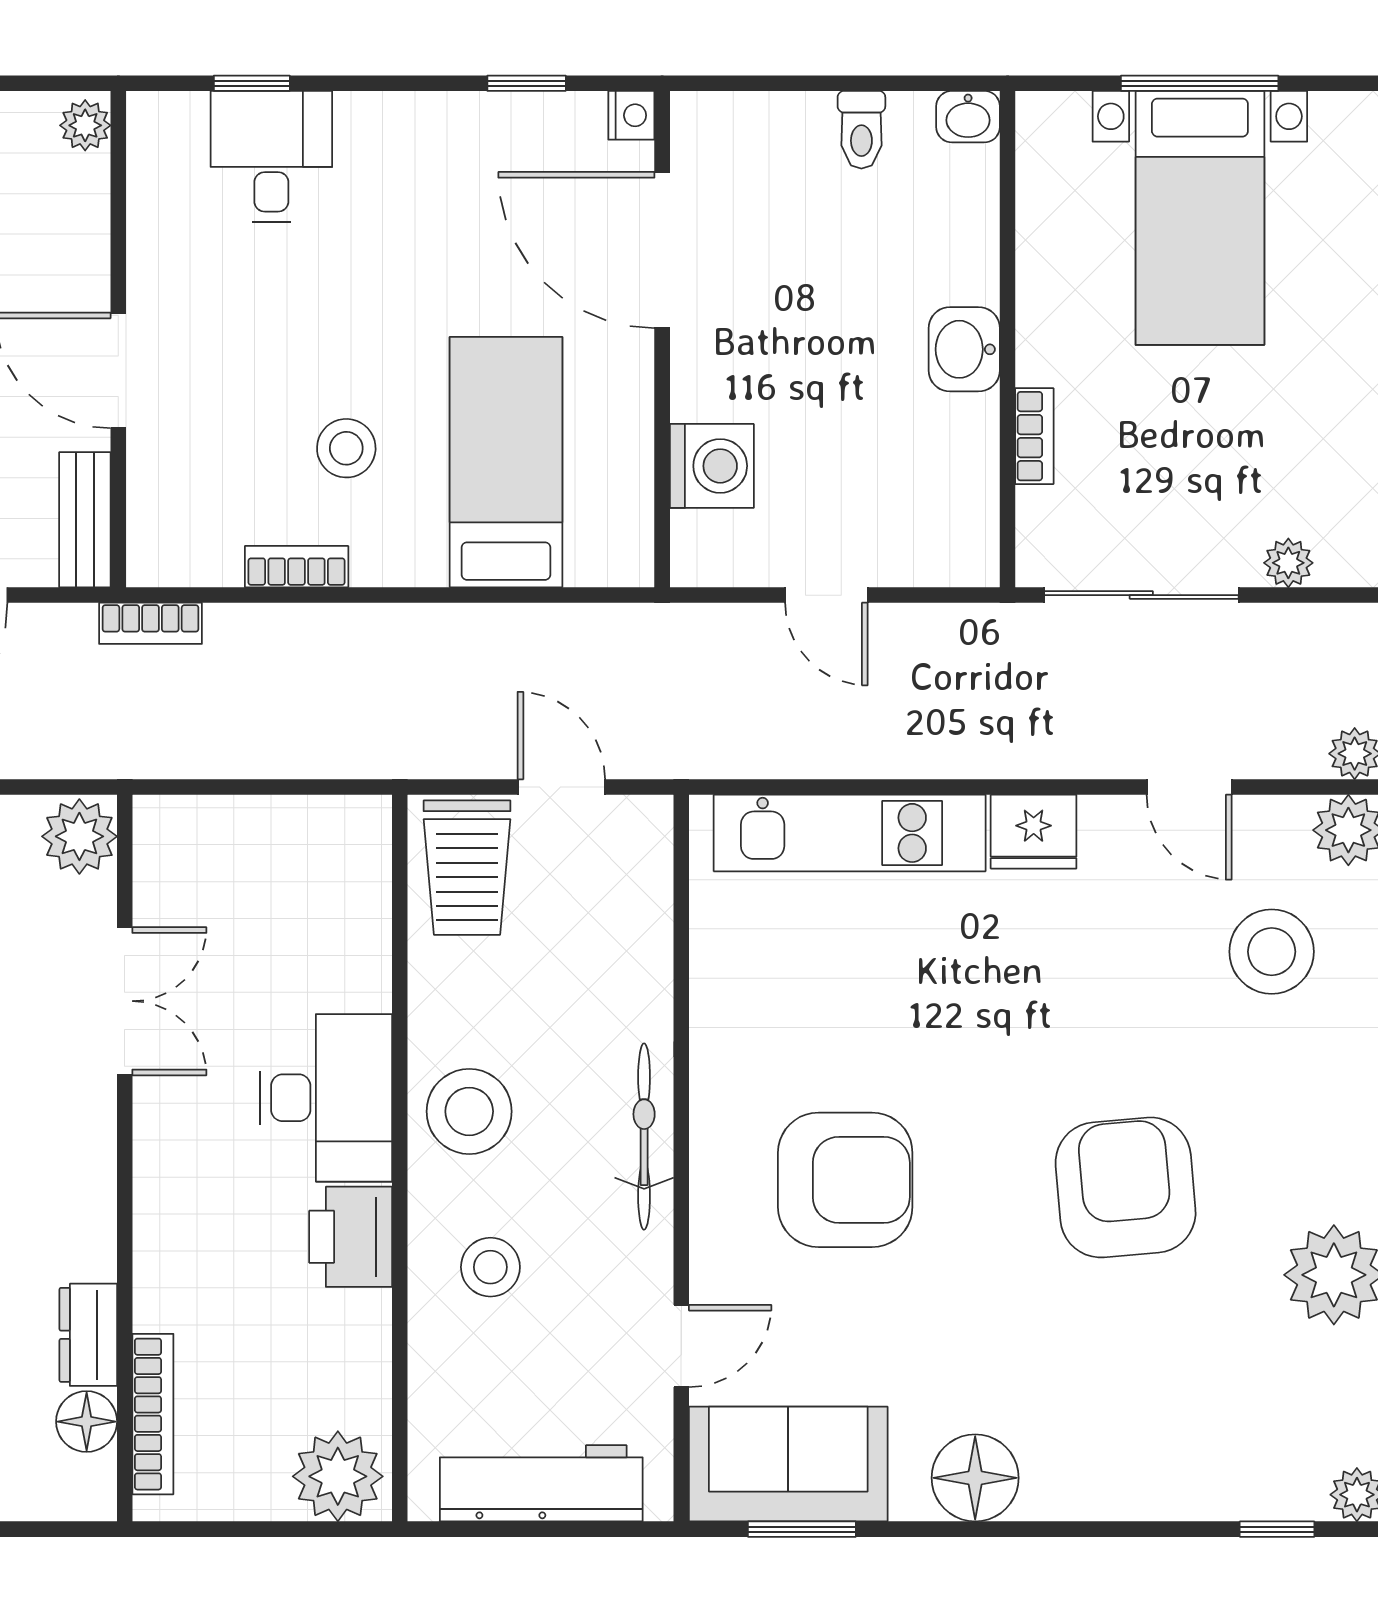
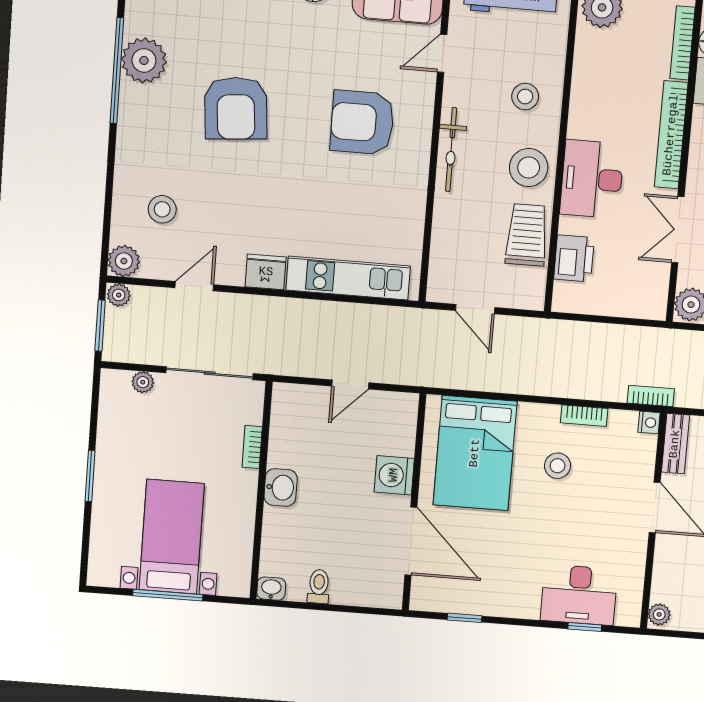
nightstand: (631, 115) -> (649, 422), moved, turned 180
desk: (271, 156) -> (579, 595), width x1.37
bed: (506, 462) -> (475, 453), width x1.50
washing machine: (712, 466) -> (394, 475), moved
door: (826, 595) -> (350, 384), swing flipped
door: (1189, 787) -> (194, 286), hinge flipped
trolley: (467, 868) -> (527, 235), moved
stool: (1272, 952) -> (162, 209), width x0.73, depth x0.73
bookcase: (159, 1210) -> (671, 135), added
printer: (351, 1237) -> (574, 258), moved

